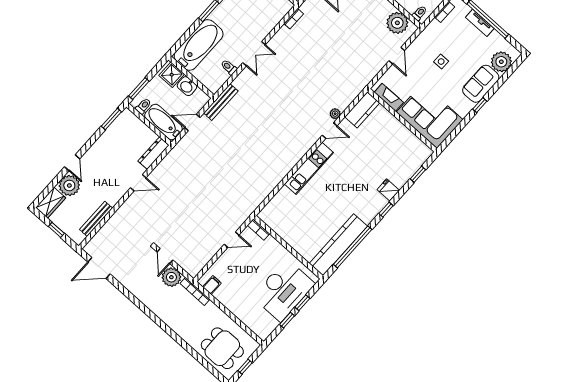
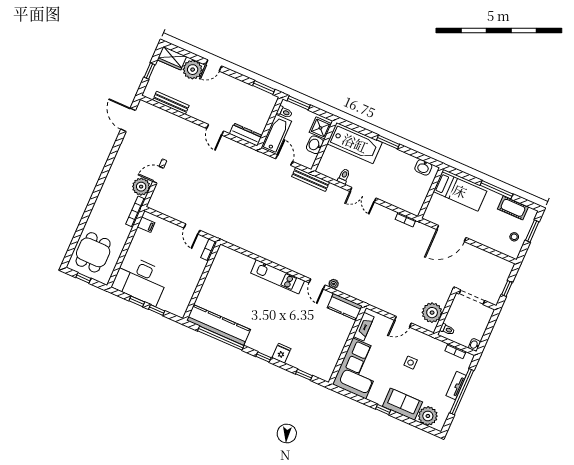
desk: (284, 290) -> (141, 280), moved

